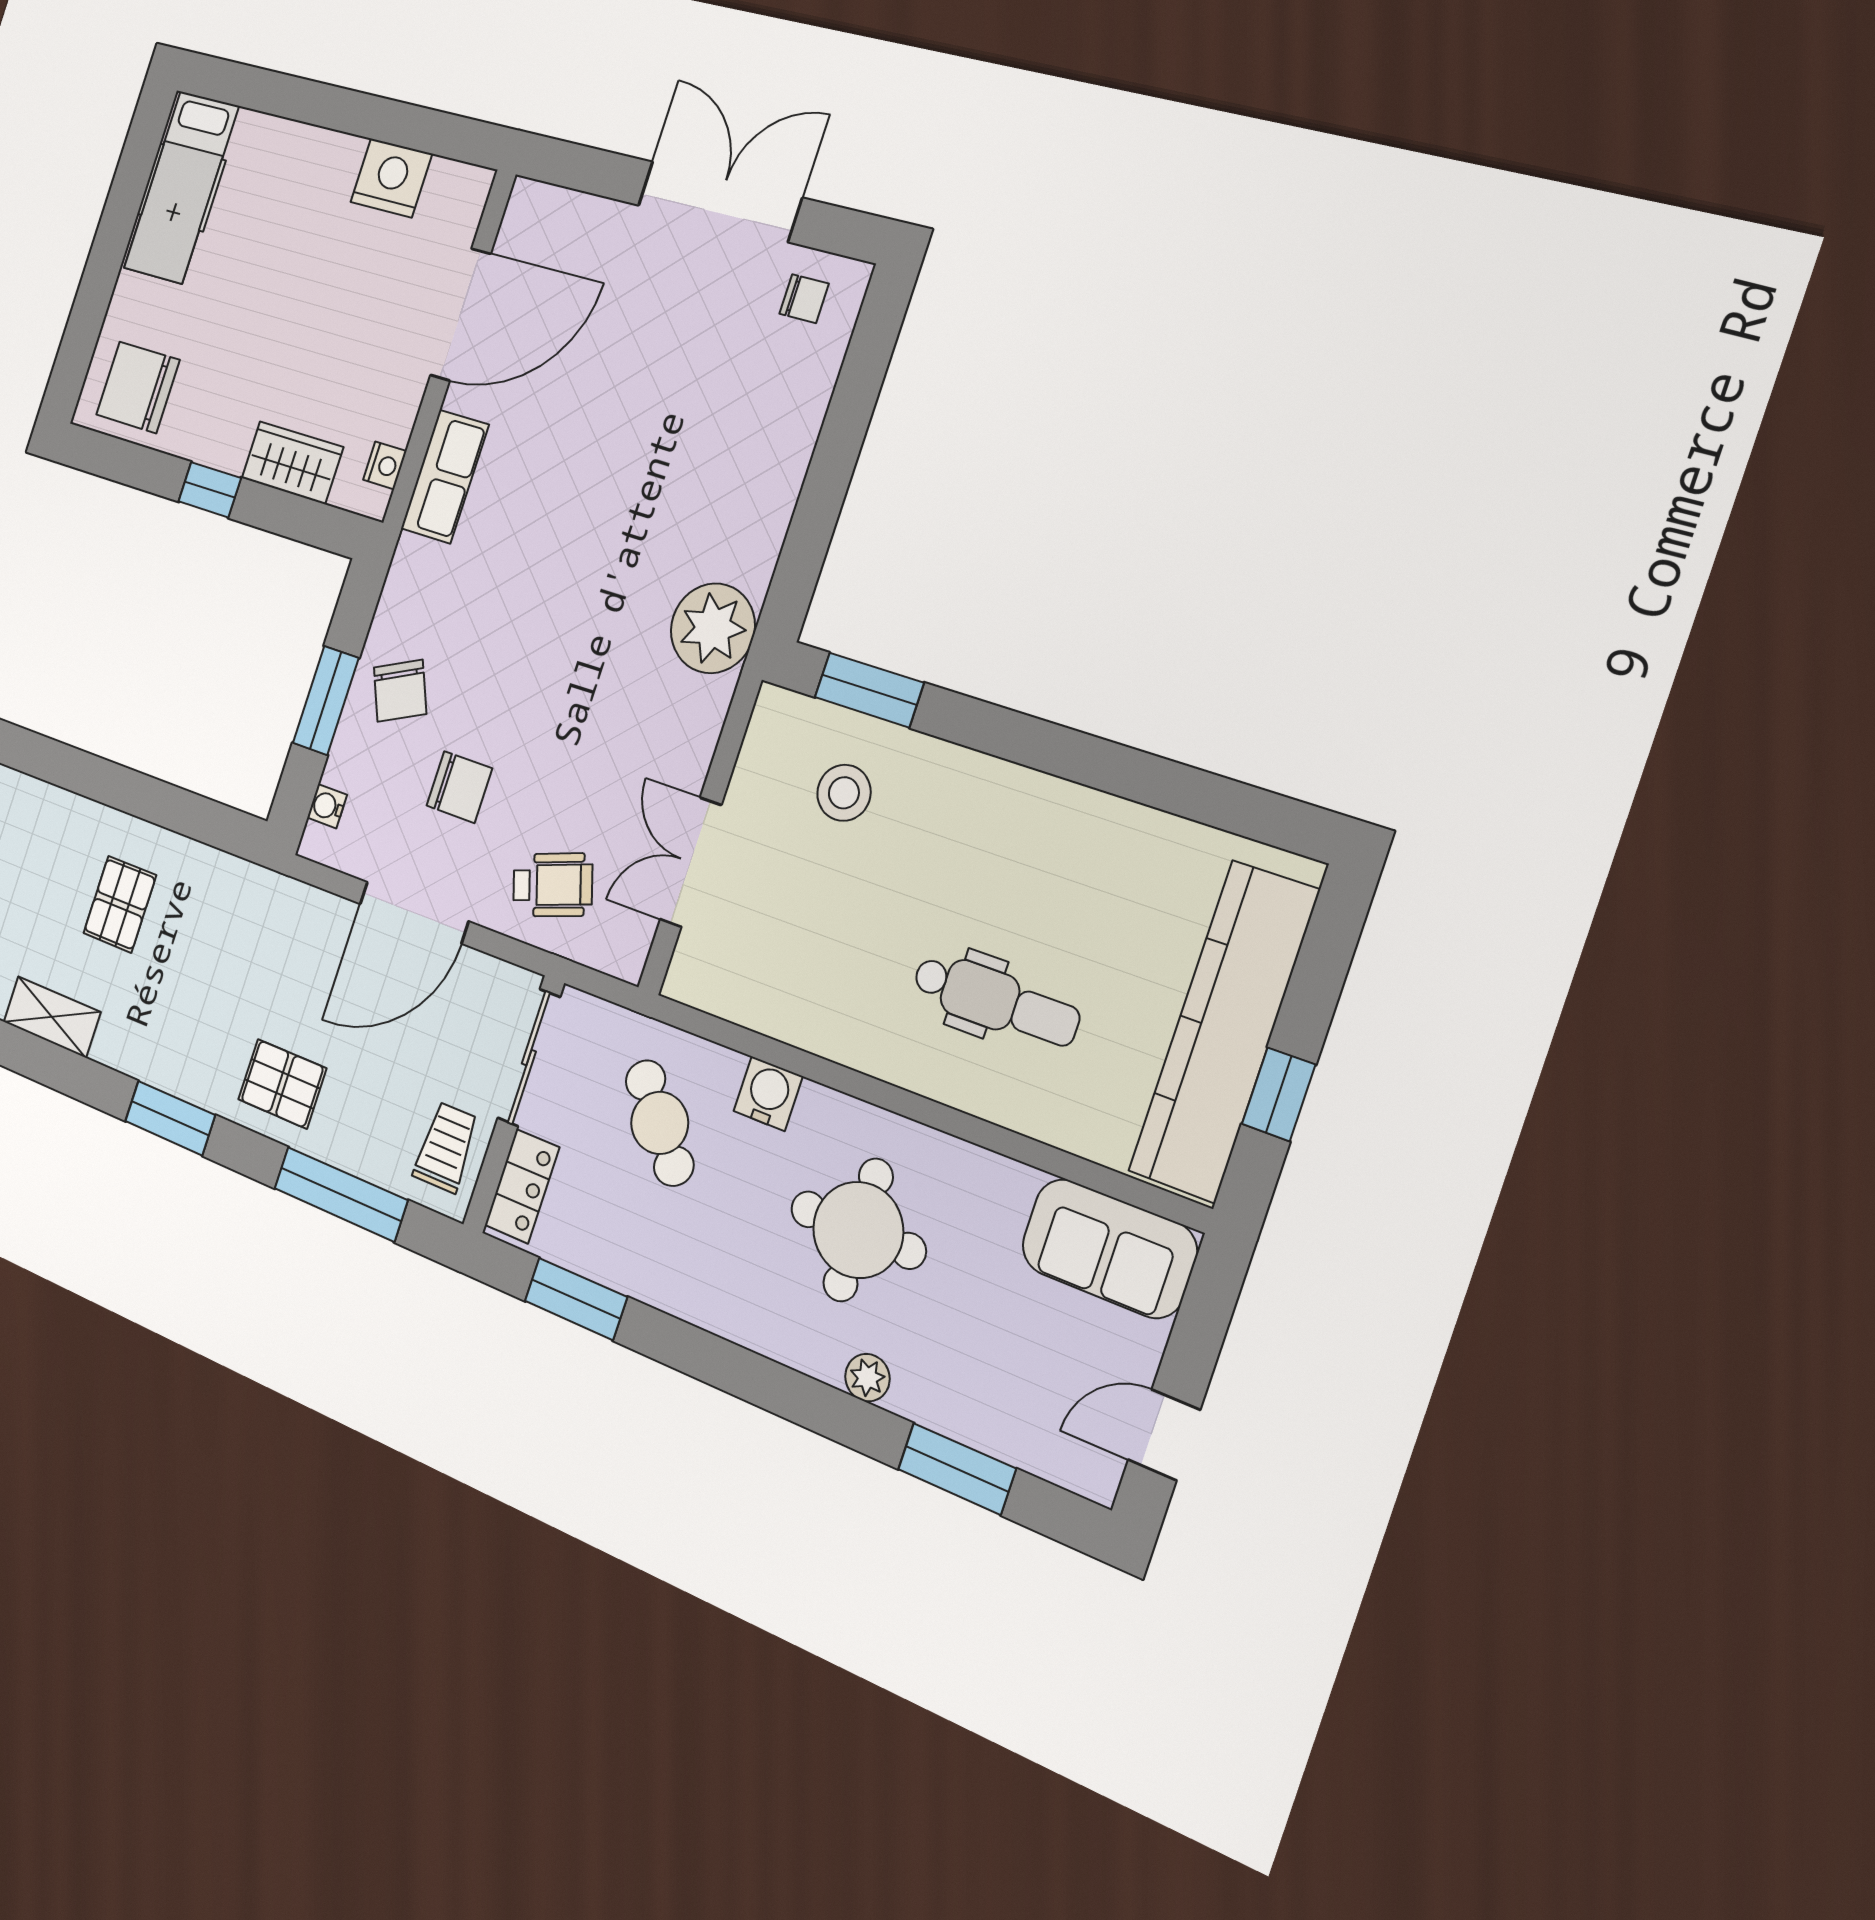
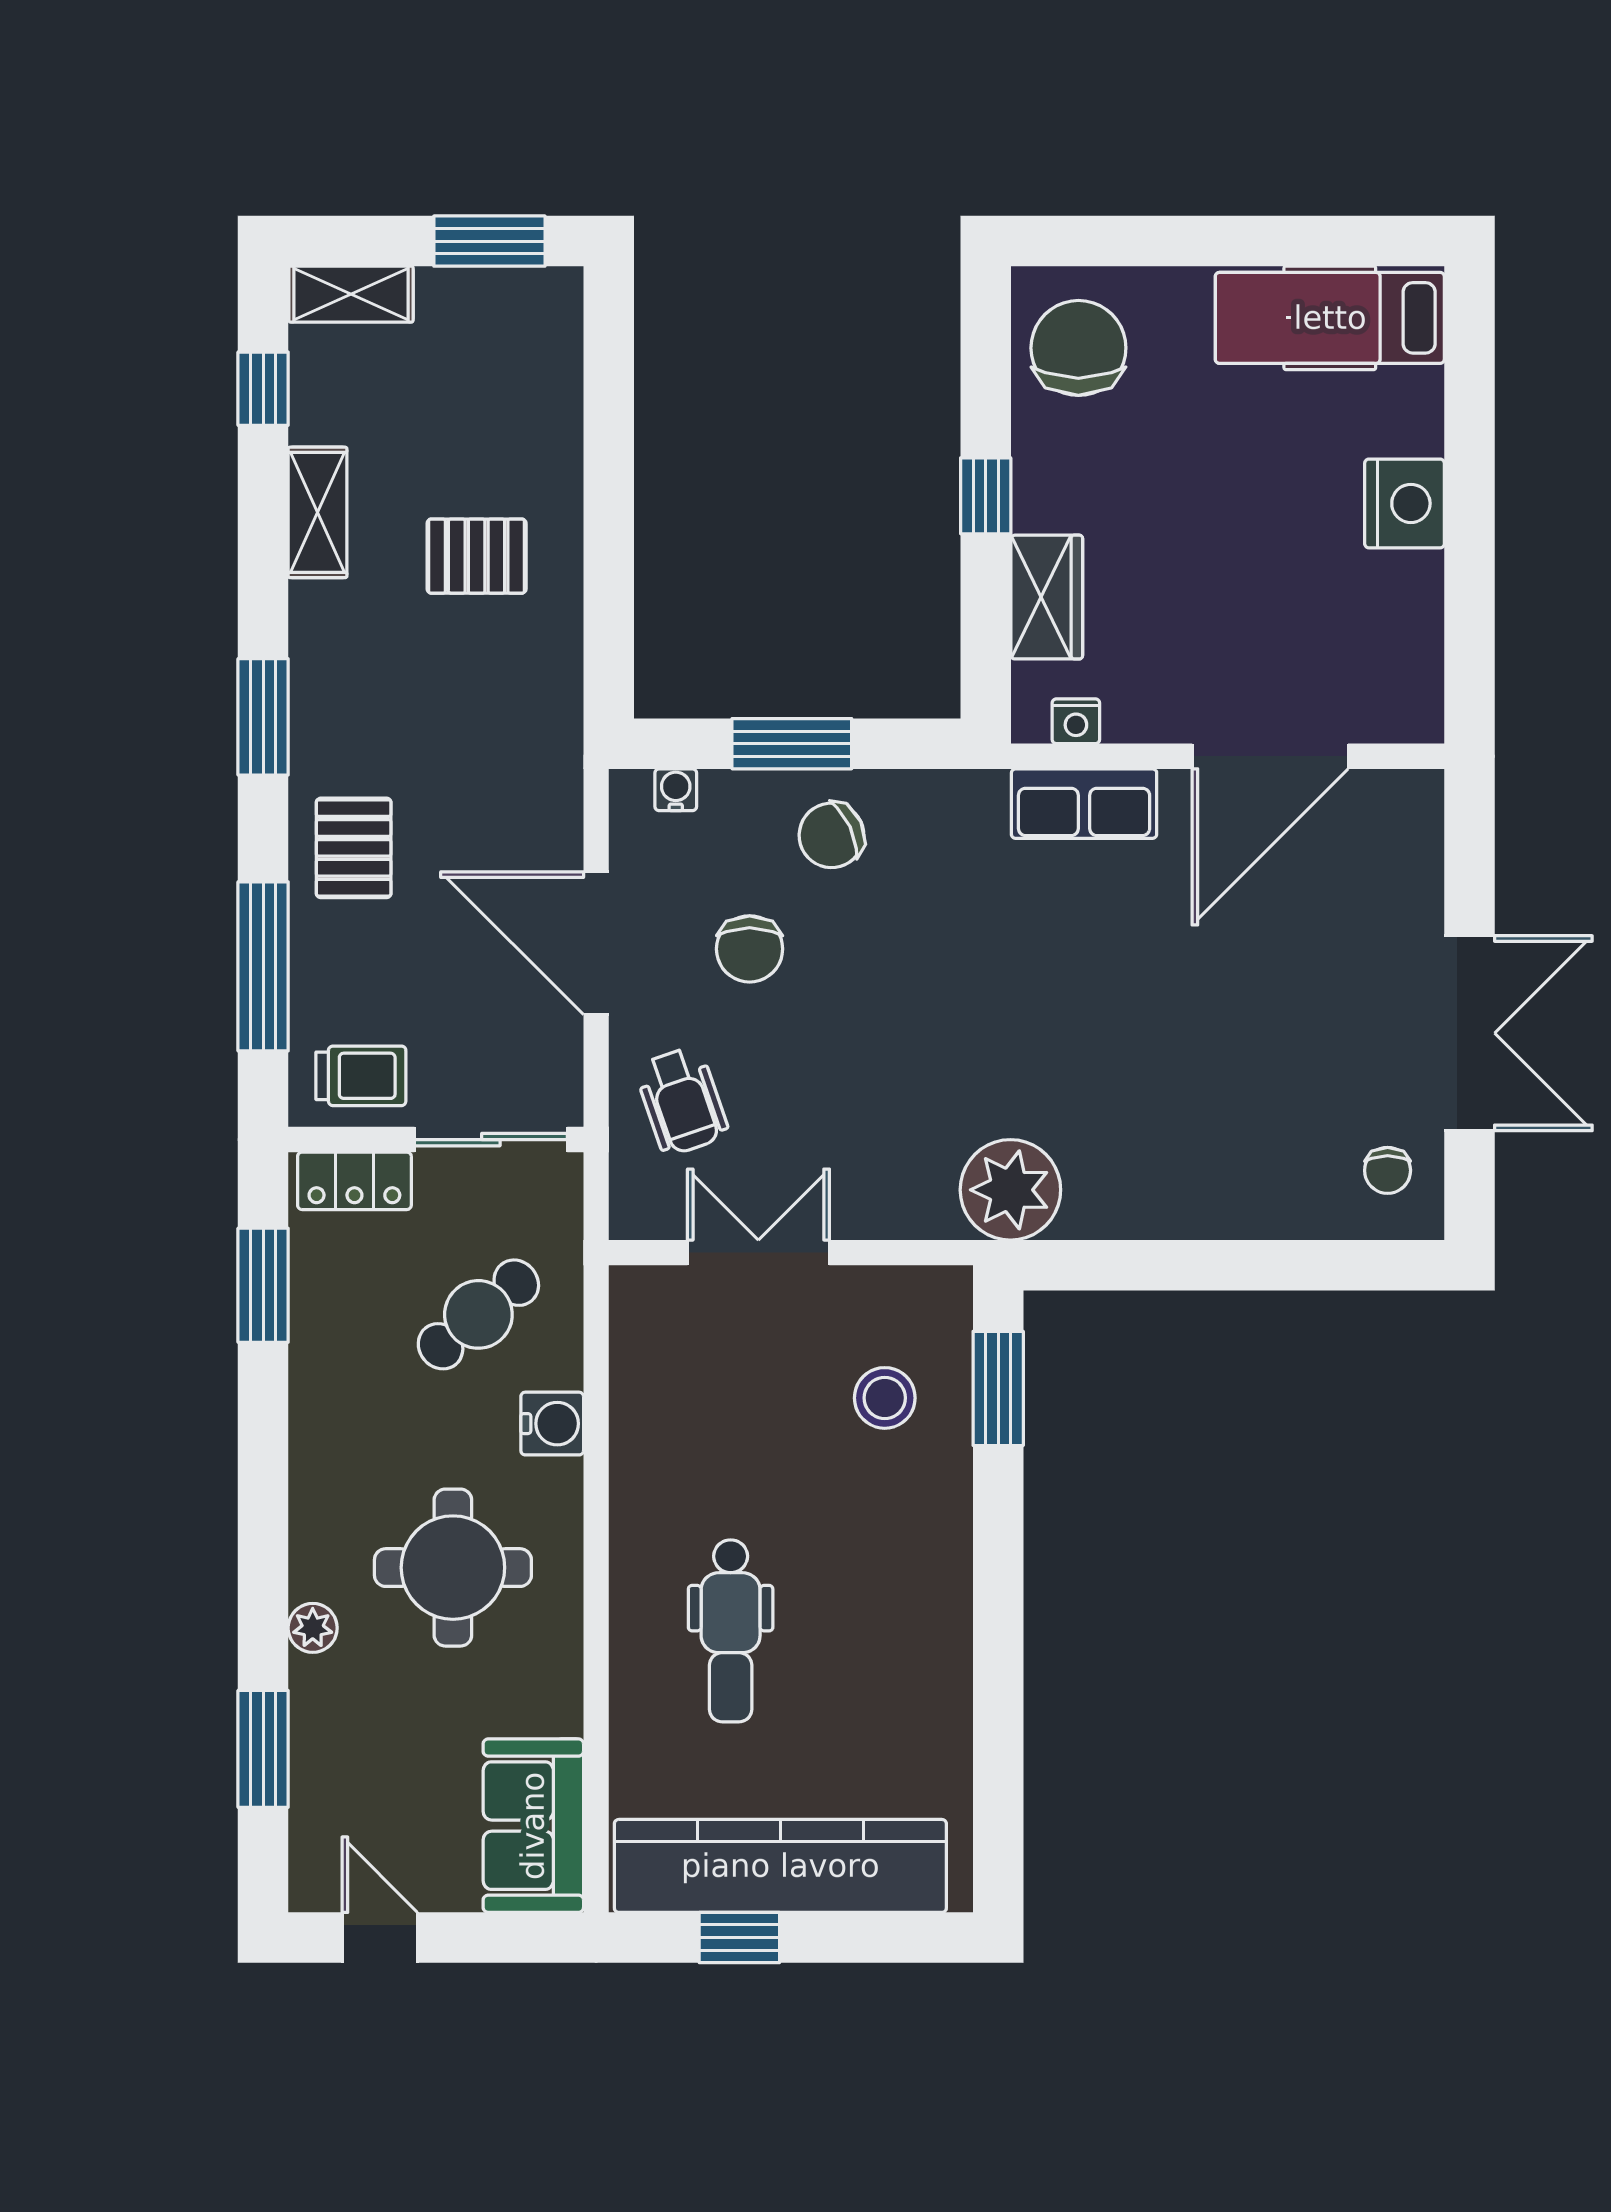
nightstand: (391, 178) -> (1405, 503), moved
door: (461, 315) -> (1270, 756), hinge flipped

